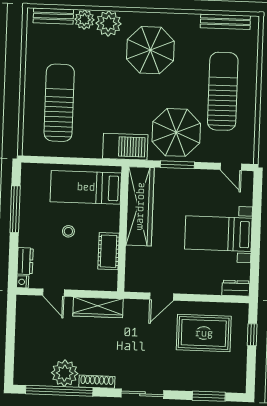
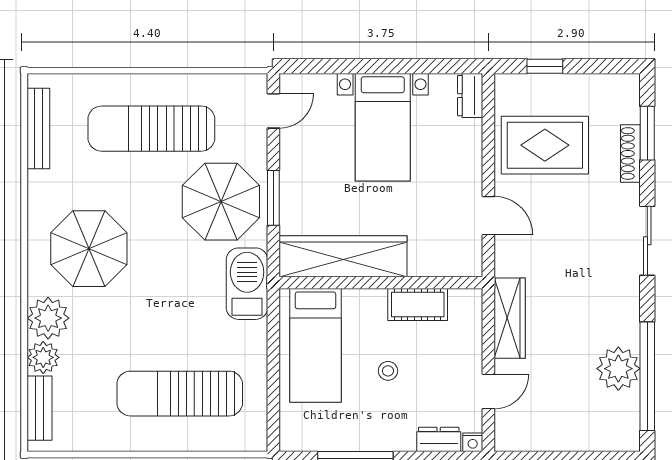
rug: (204, 333) -> (545, 145), turned 90
shoe rack: (97, 382) -> (630, 153), moved

